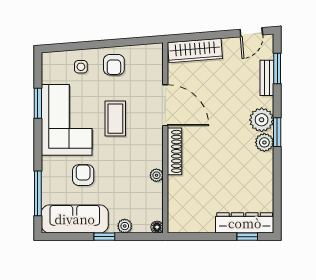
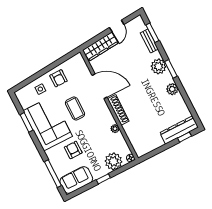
door: (251, 32) -> (117, 26), moved
plant: (264, 142) -> (172, 89), moved
sofa: (75, 219) -> (76, 180), width x0.73
plant: (125, 226) -> (114, 161), width x1.87, depth x1.87

